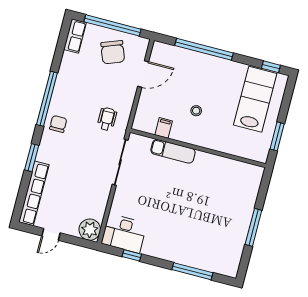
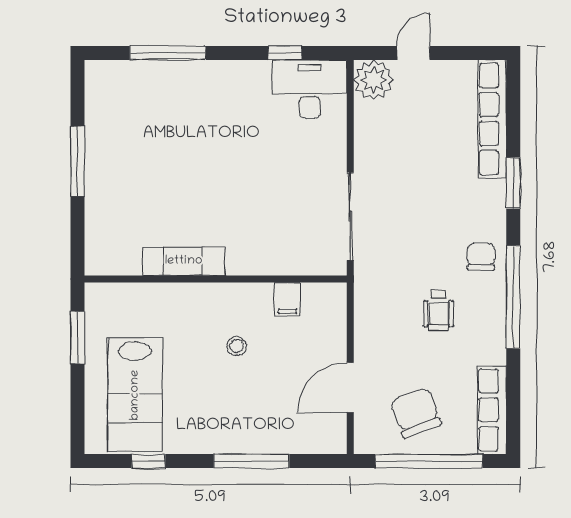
row of seats: (75, 36) -> (492, 410), width x1.48
window: (204, 49) -> (252, 461), width x0.68
window: (271, 67) -> (149, 461), moved
wheelchair: (107, 119) -> (438, 310), moved
chair: (58, 124) -> (481, 257), turned 180
exam couch: (173, 151) -> (184, 261), moved
door: (51, 234) -> (413, 53), moved

